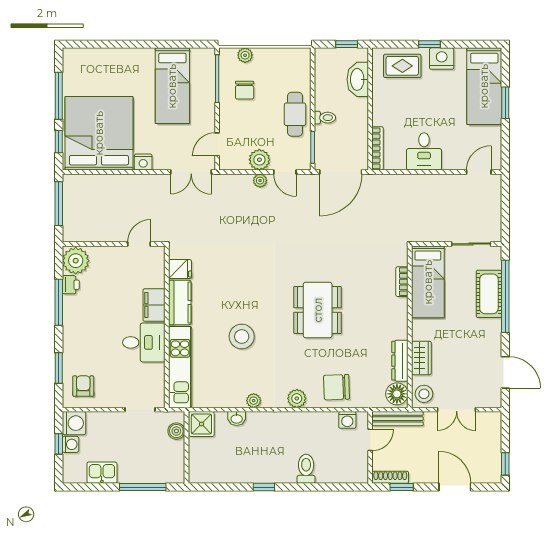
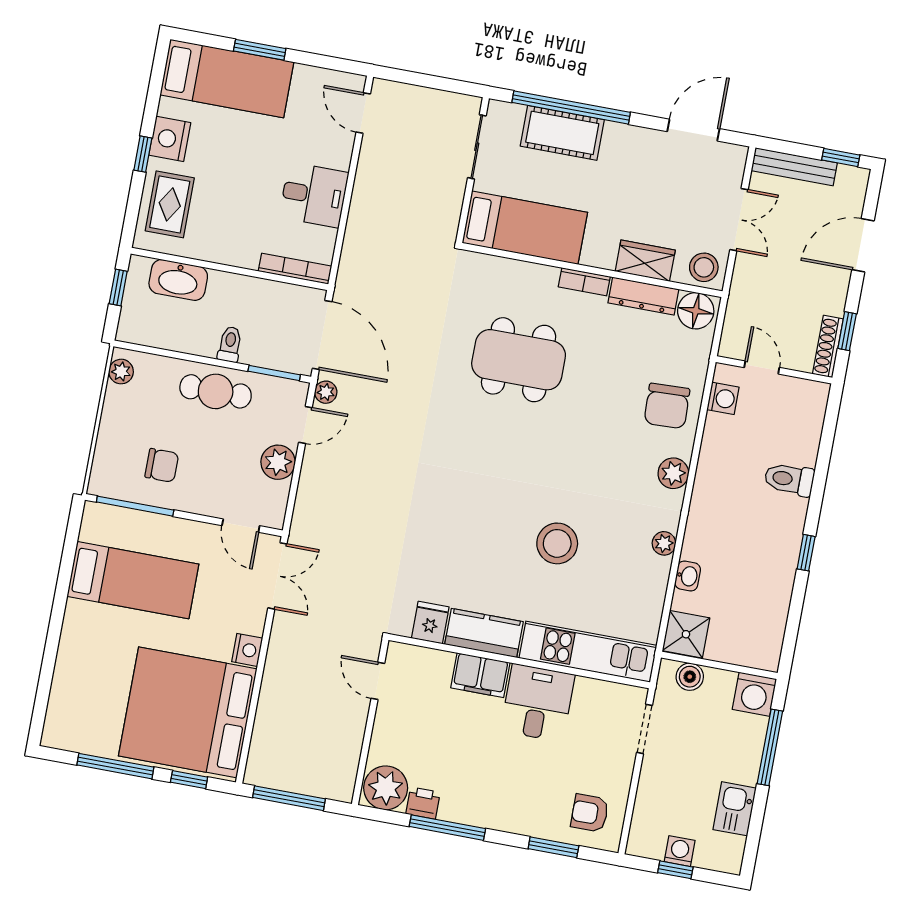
plant: (245, 55) -> (121, 372), moved
plant: (260, 181) -> (326, 392), moved
bookcase: (402, 282) -> (584, 282), moved
dining table: (318, 310) -> (519, 360), moved
bench: (398, 419) -> (794, 167), moved, turned 90
washing machine: (74, 423) -> (754, 694), moved, turned 180

